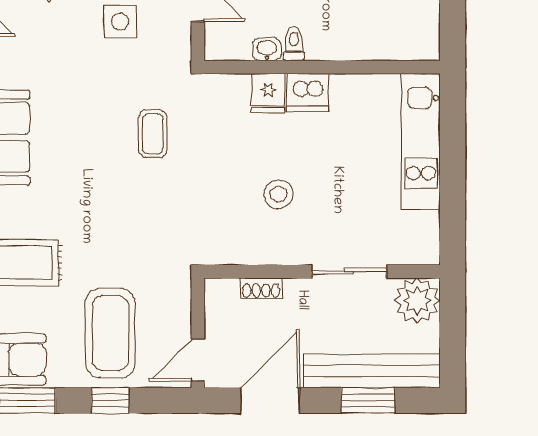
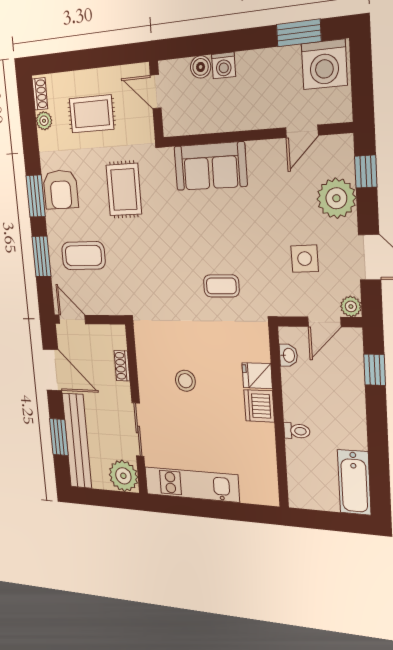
toilet: (294, 44) -> (297, 431), moved
washbasin: (267, 49) -> (288, 355), moved
kitchen unit: (421, 142) -> (191, 484), moved
coffee table: (110, 333) -> (83, 256), width x0.73, depth x0.76
window: (110, 400) -> (41, 256), width x1.50

